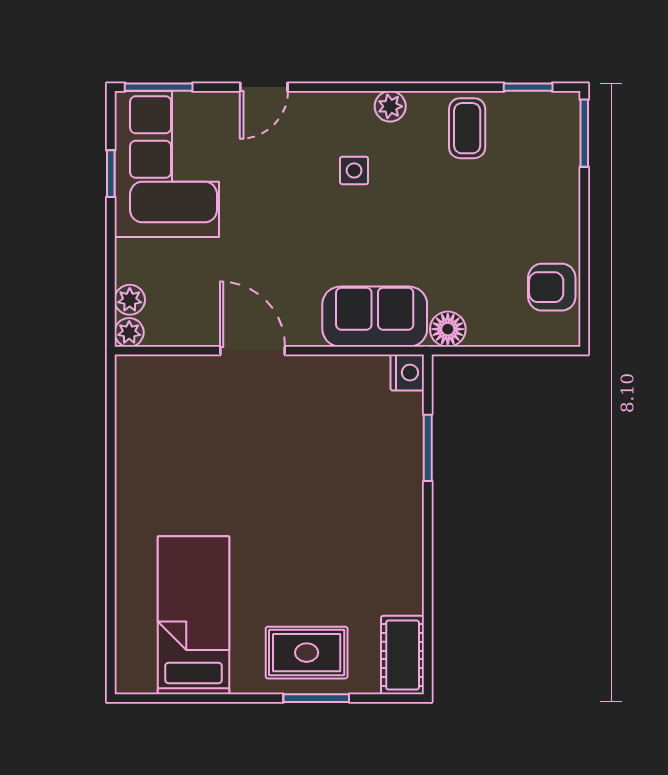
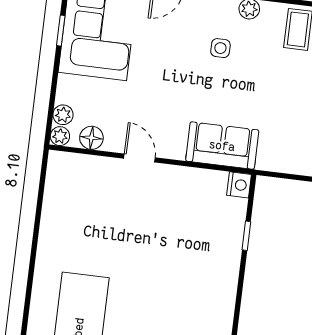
floor lamp: (448, 329) -> (91, 138), moved
door: (253, 351) -> (139, 158), width x0.73
window: (428, 448) -> (246, 236), width x0.67

